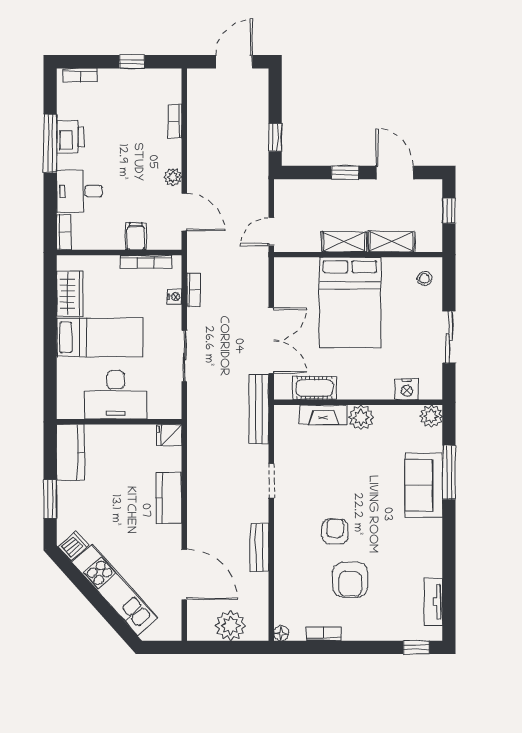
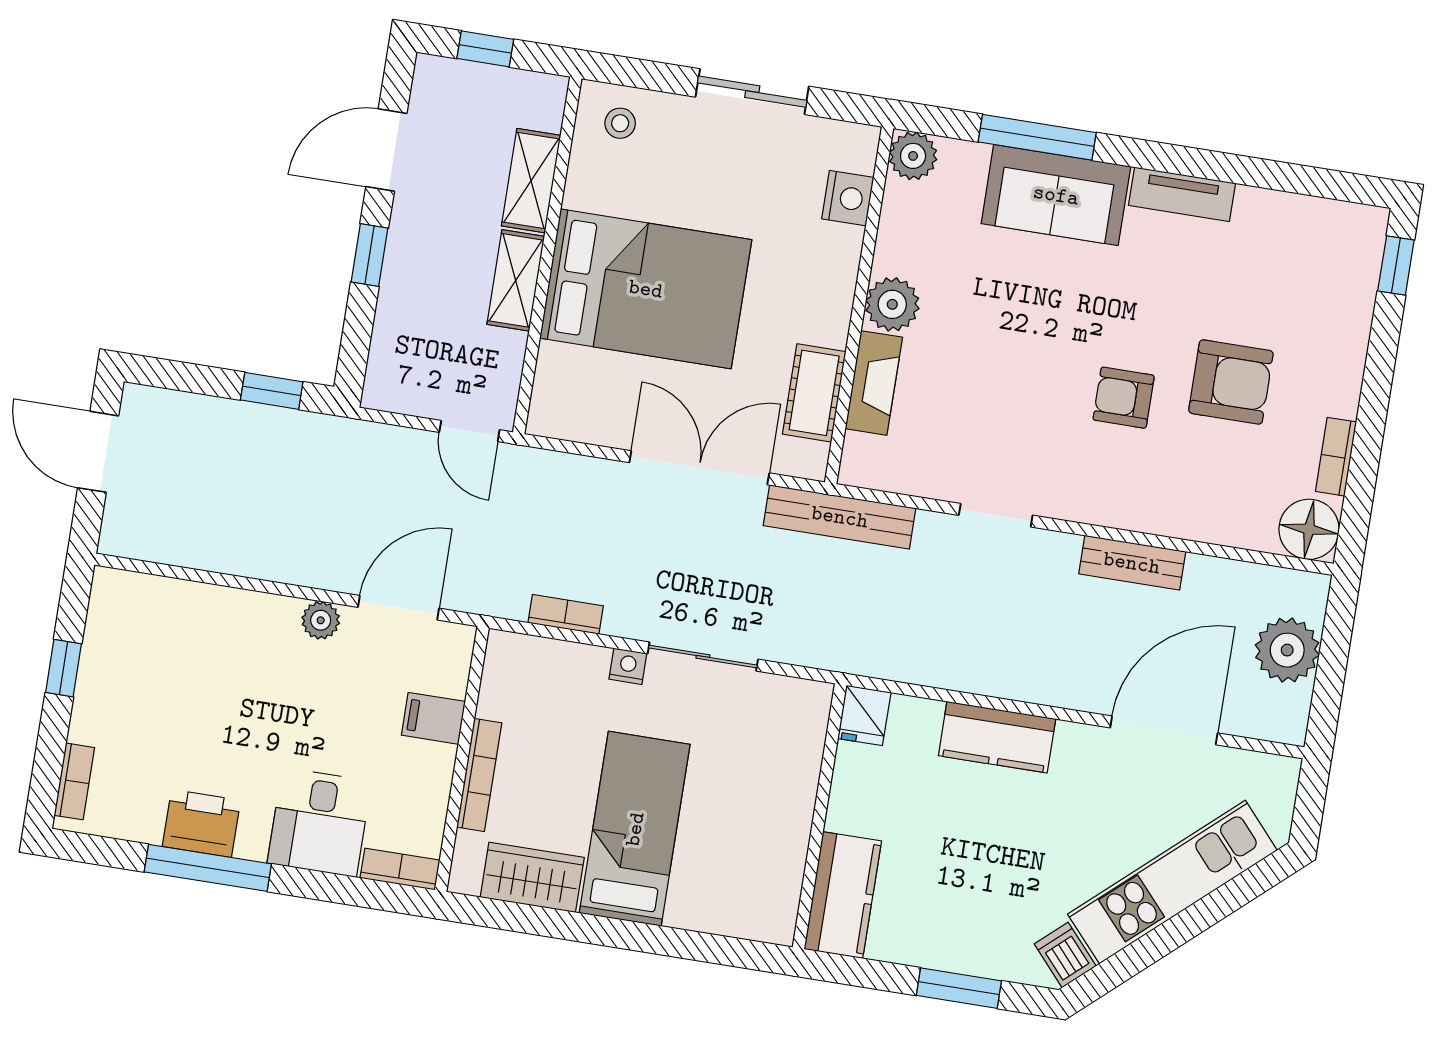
bookcase: (175, 121) -> (204, 597), removed
bookcase: (146, 262) -> (479, 775), moved
nightstand: (174, 297) -> (628, 666), moved
desk: (116, 395) -> (761, 815), removed
kitchen counter: (71, 452) -> (843, 895), moved, turned 90
tv unit: (433, 602) -> (1182, 194), moved
floor lamp: (281, 633) -> (1309, 529), width x1.89, depth x1.89

